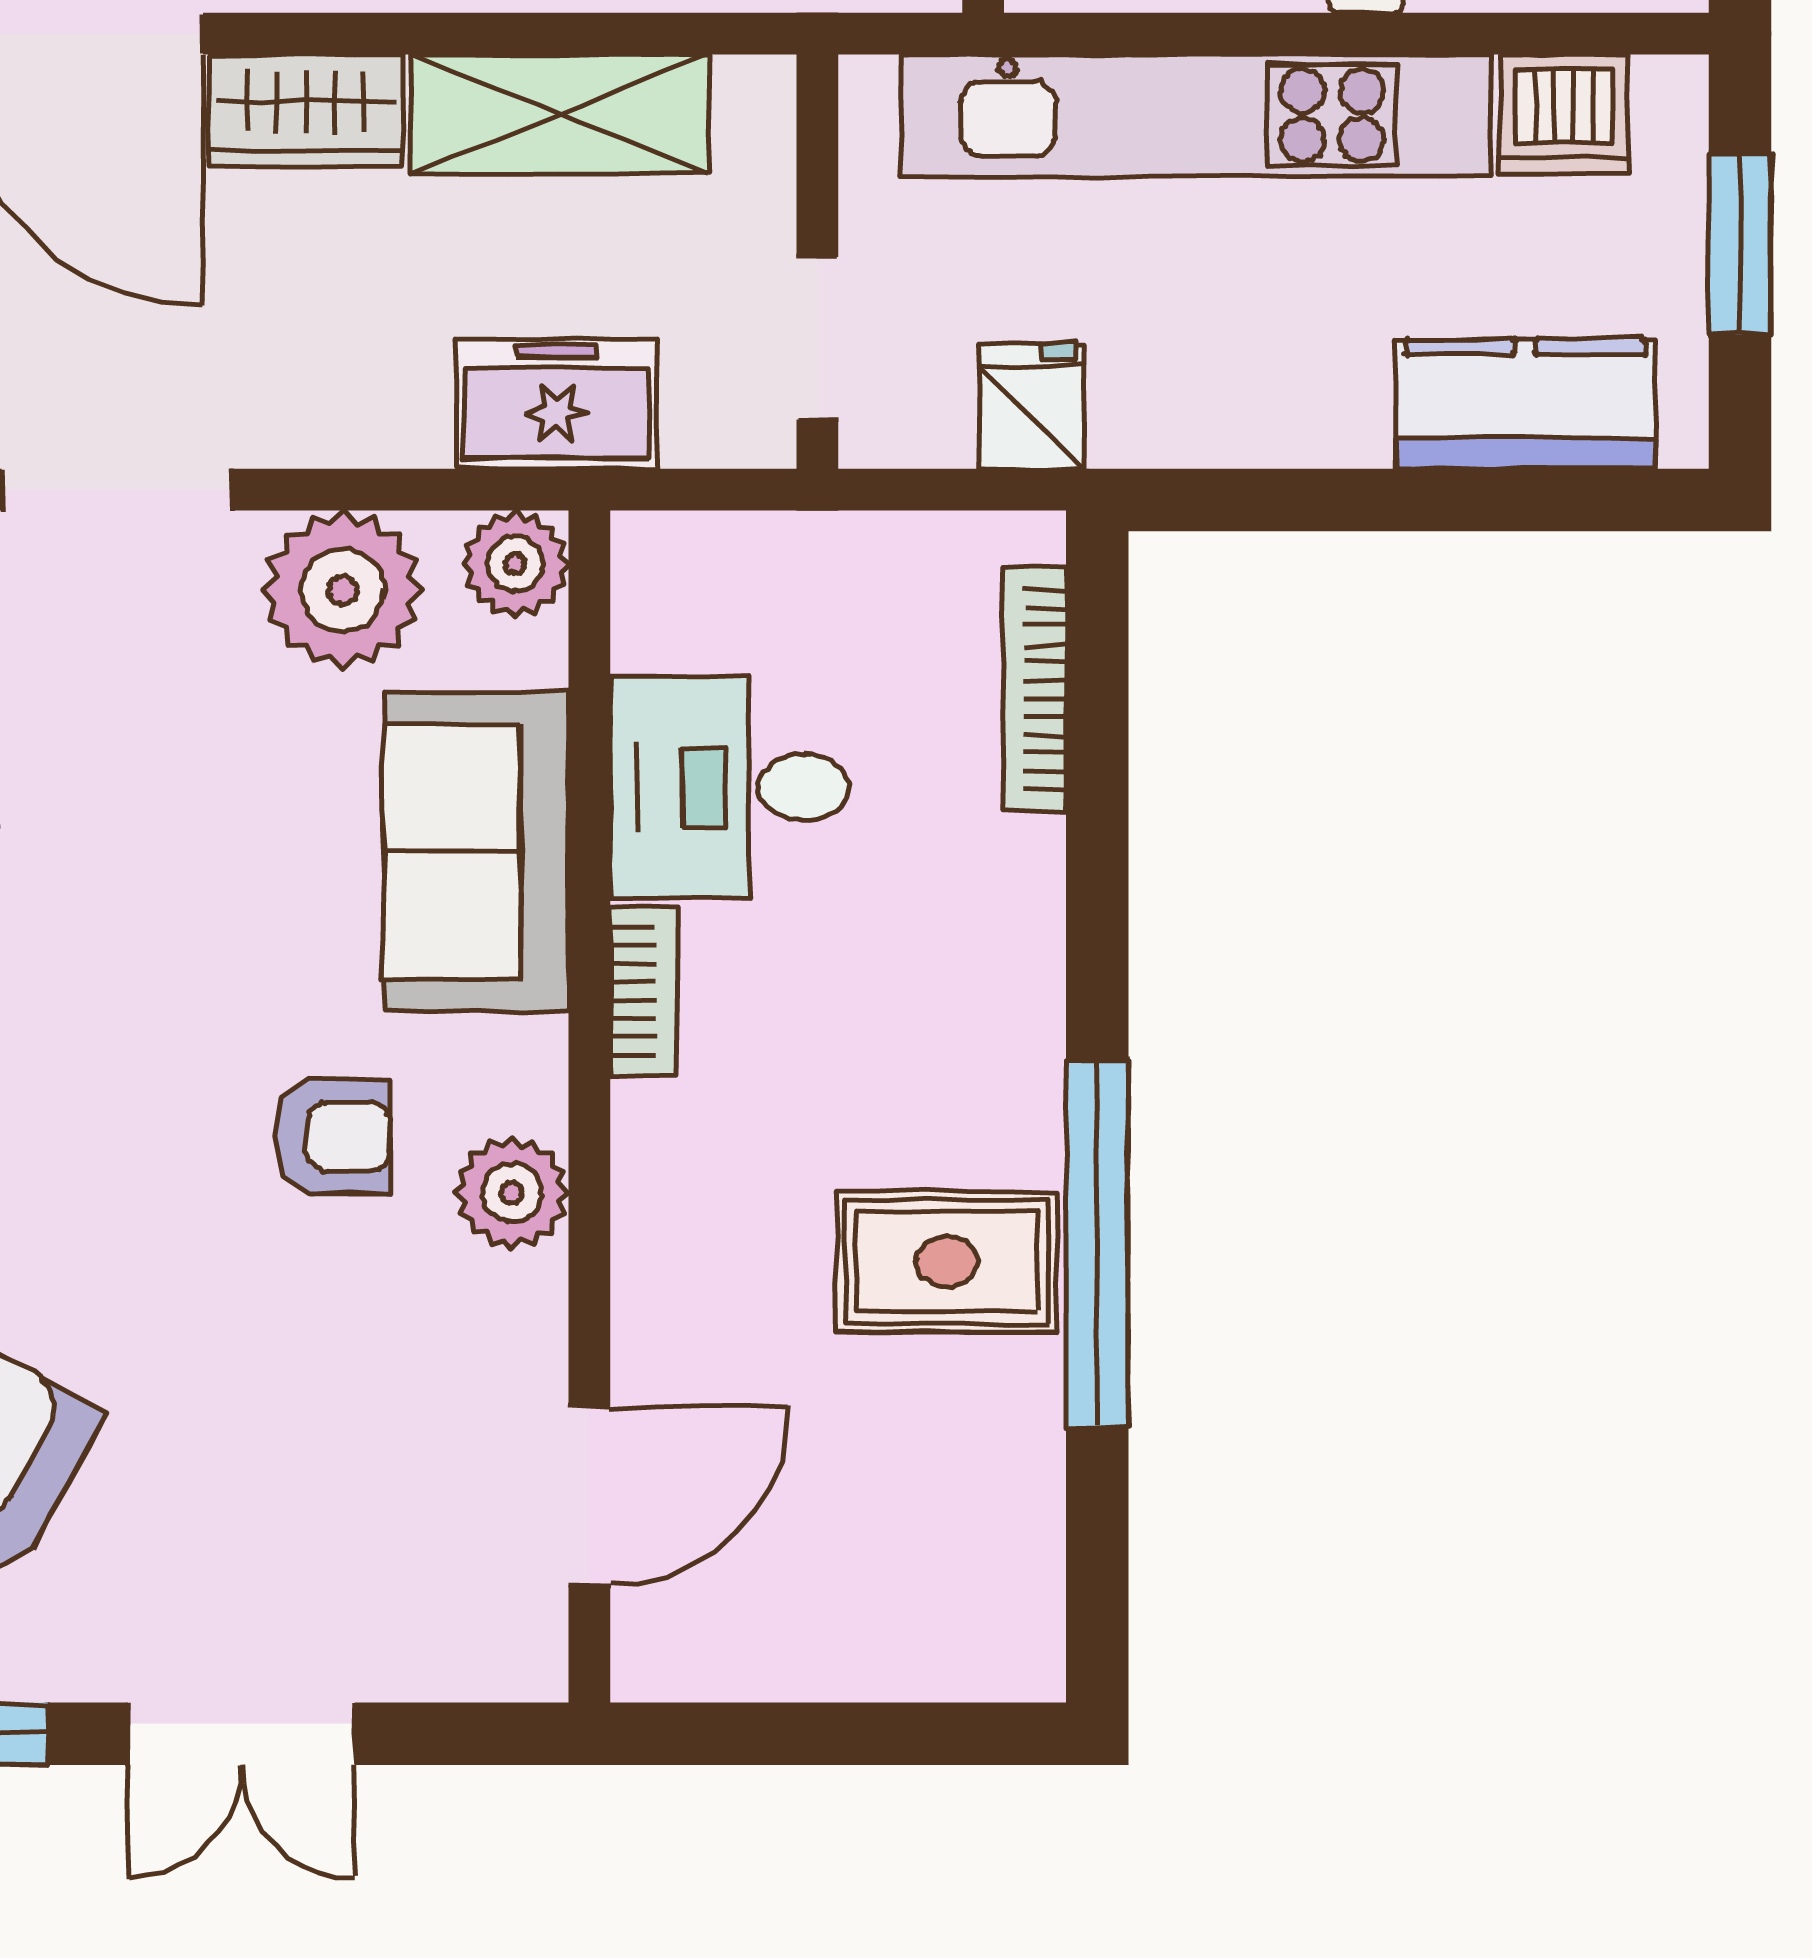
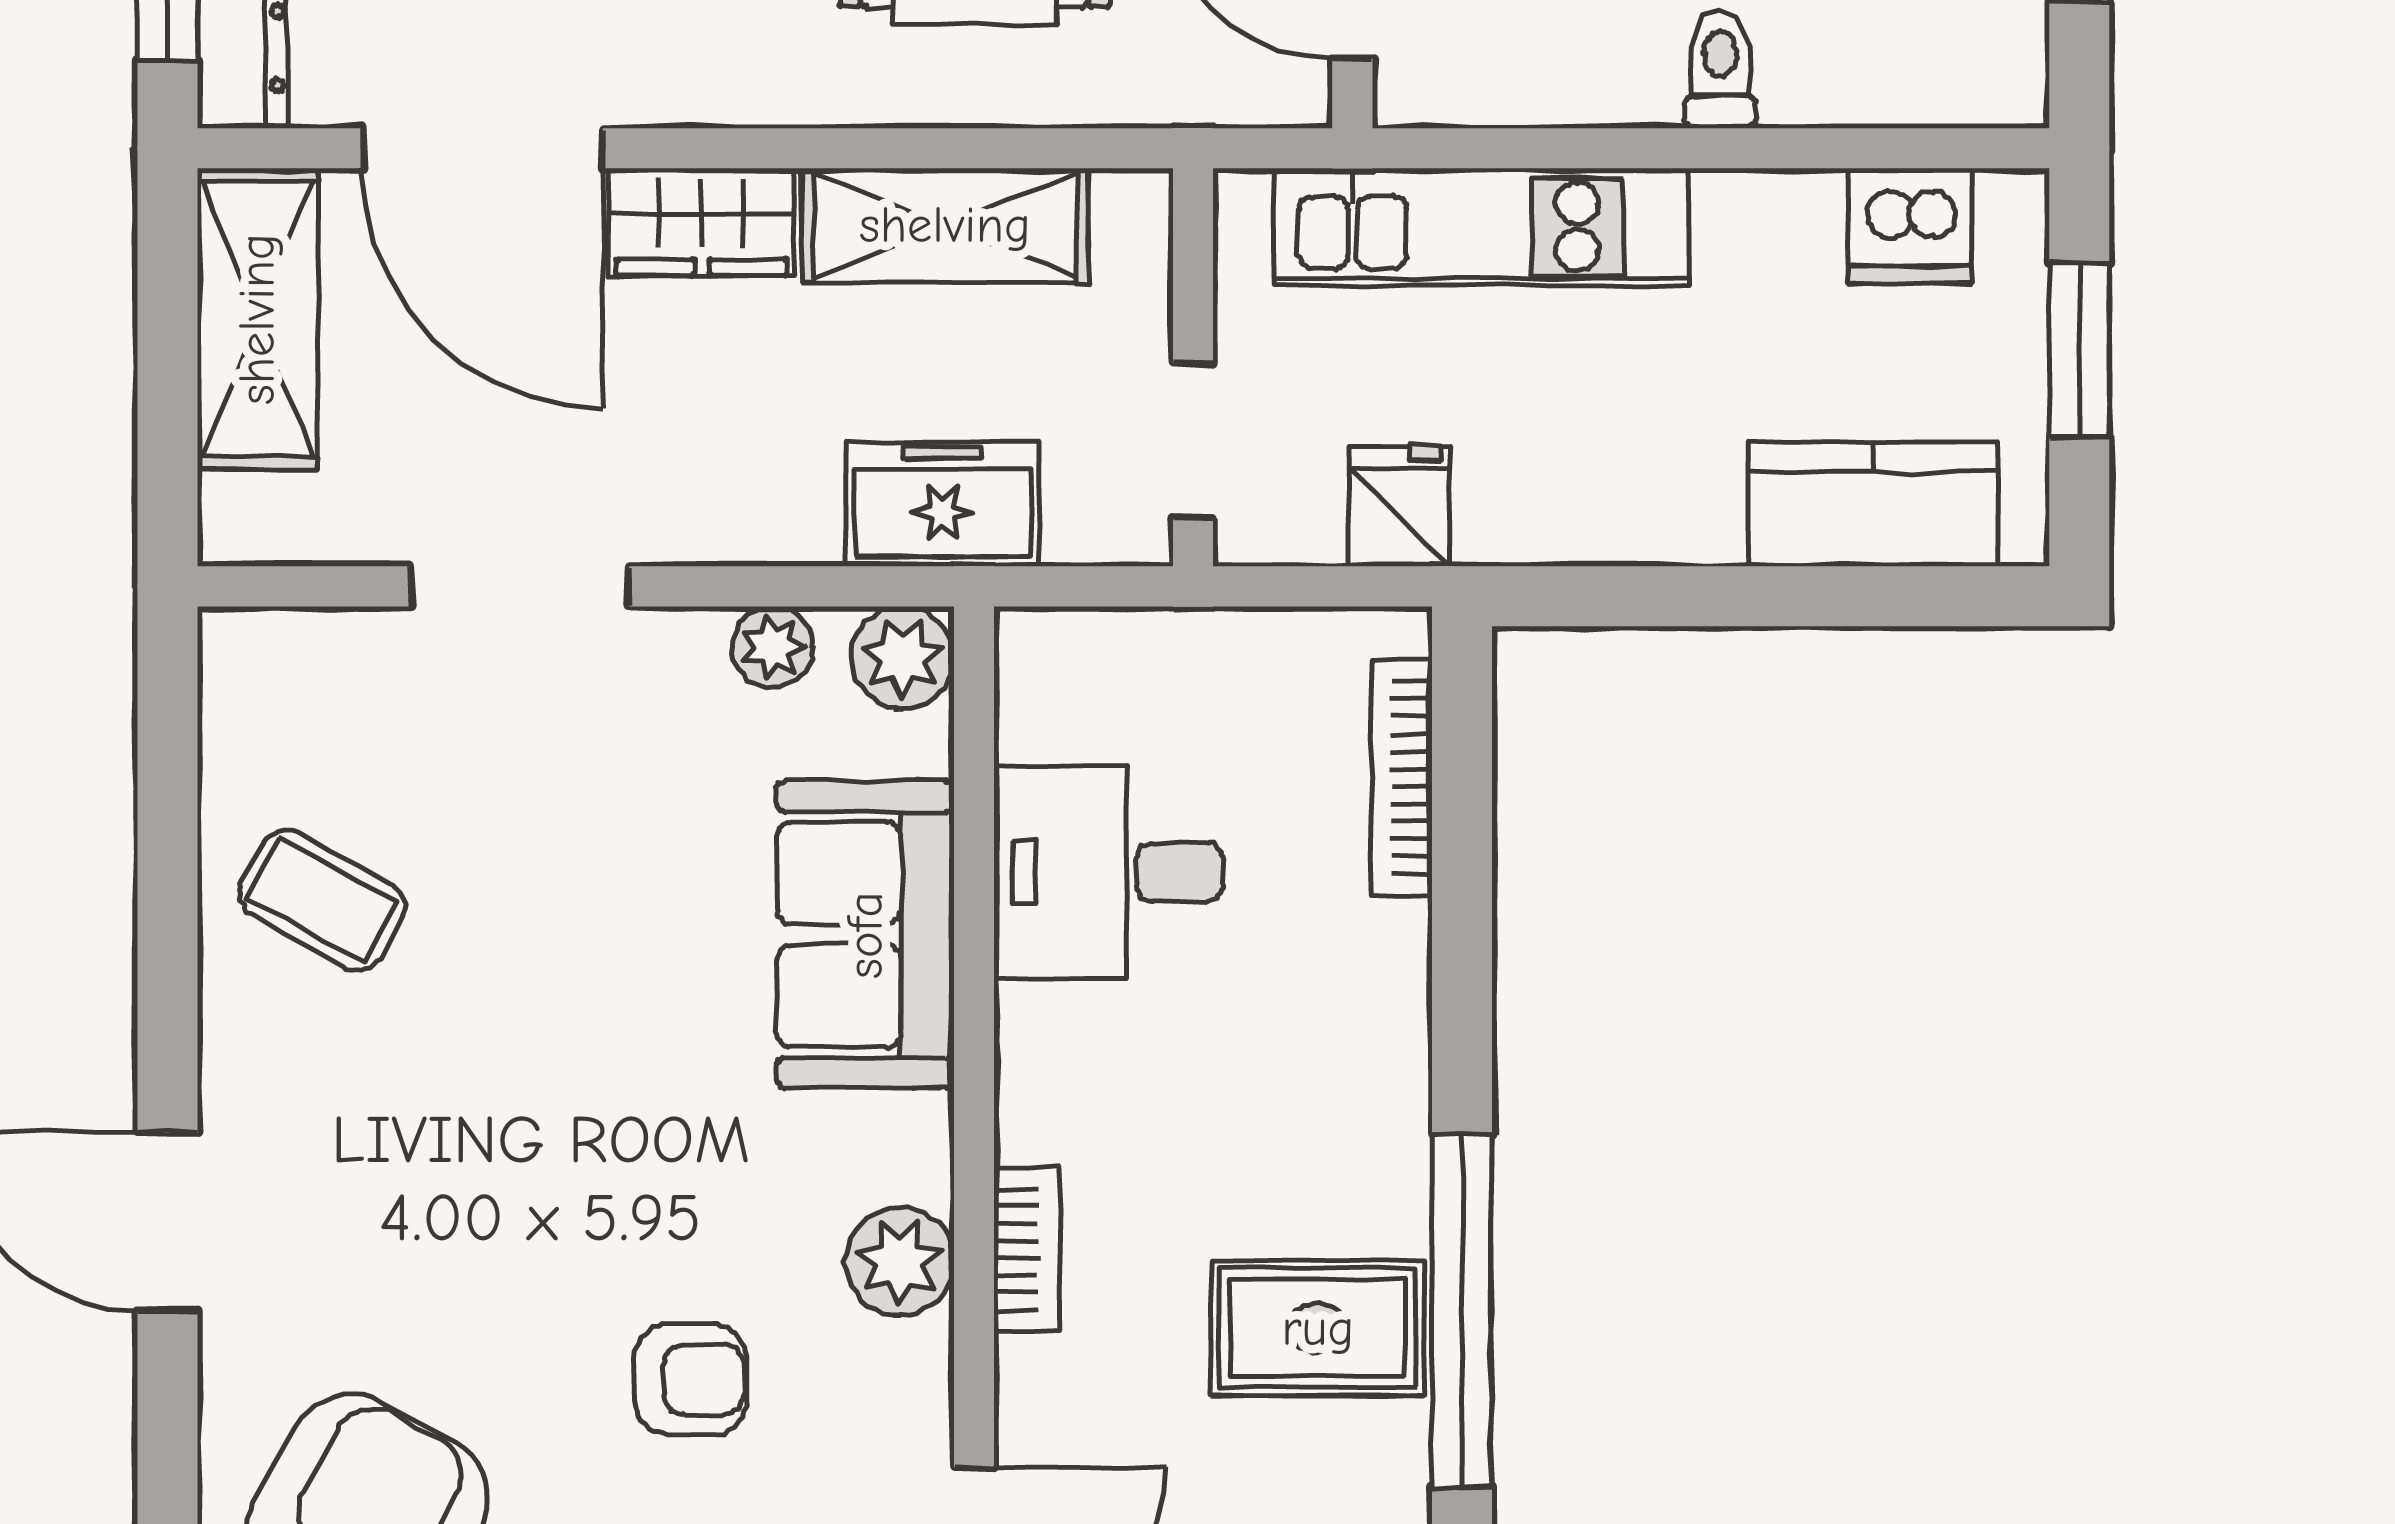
kitchen unit: (1196, 115) -> (1482, 227), width x0.73
plant: (343, 590) -> (773, 647), width x0.53, depth x0.53
bookcase: (644, 991) -> (1027, 1250), moved
armchair: (332, 1137) -> (690, 1379), moved

